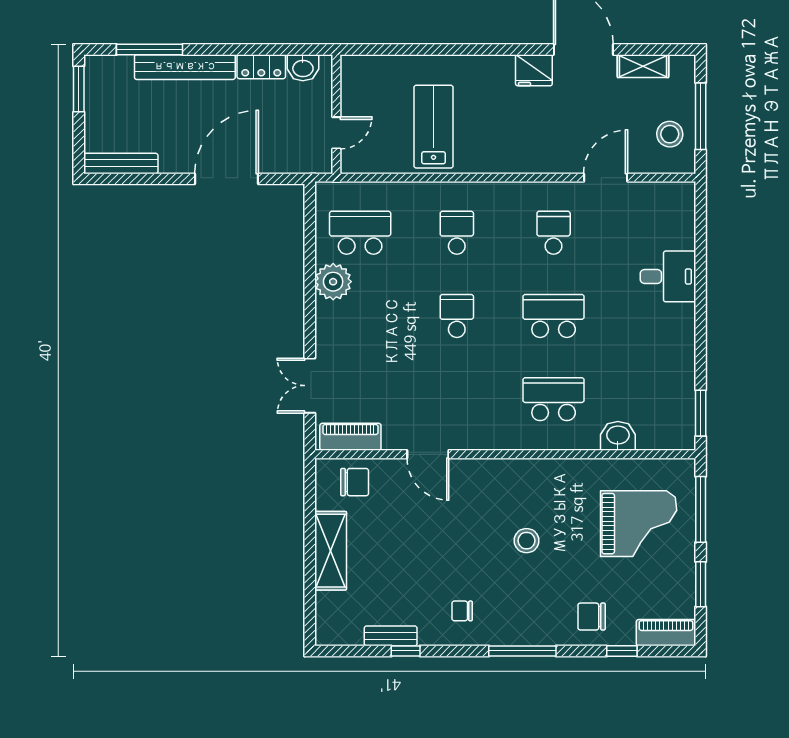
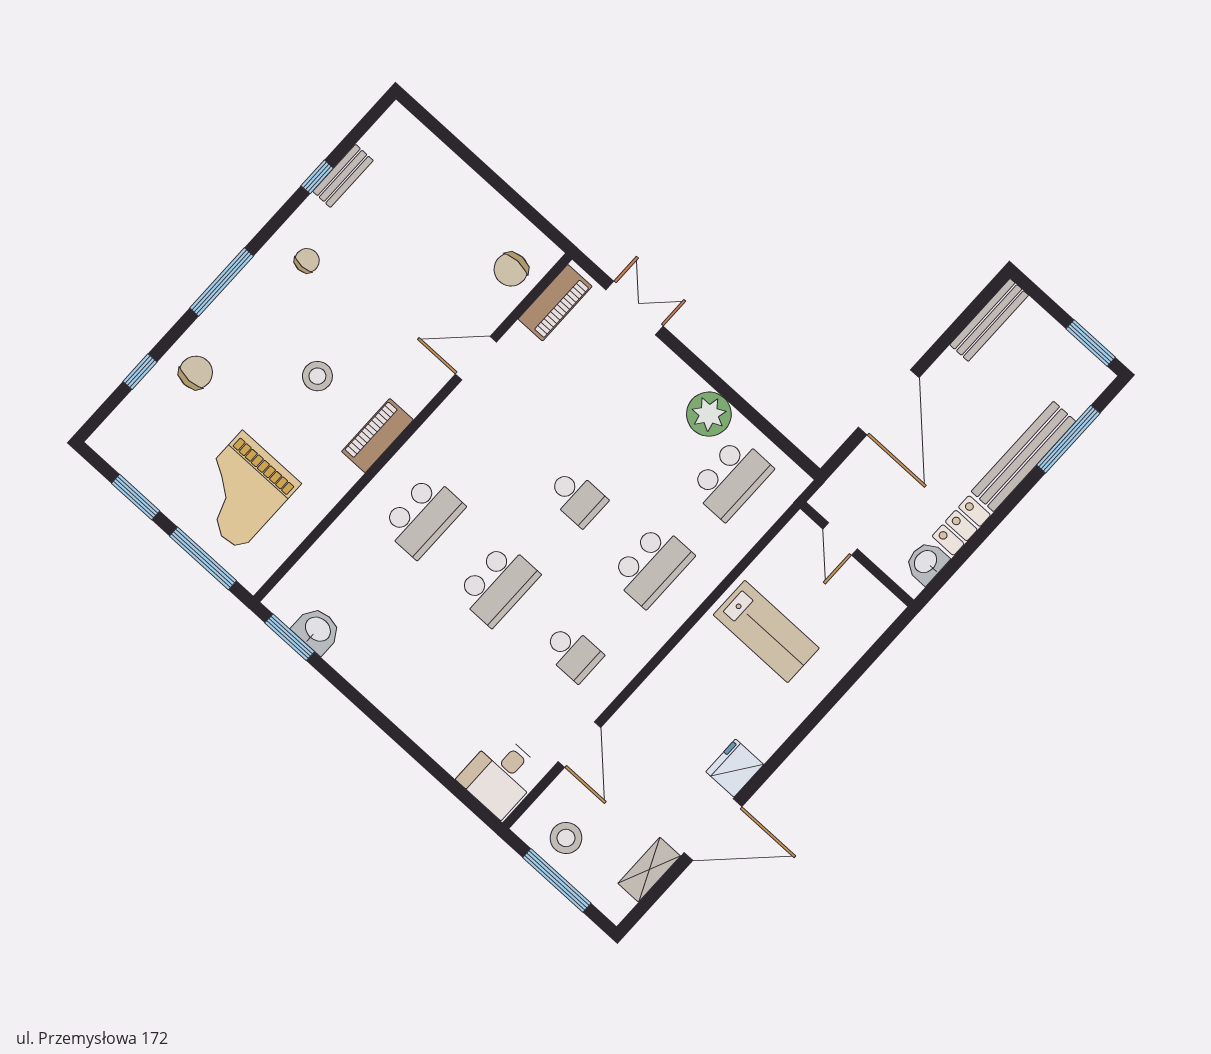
school desk: (457, 233) -> (652, 566), width x1.85
desk: (668, 276) -> (500, 775), moved
washbasin: (618, 436) -> (317, 630), moved, turned -90
shelving: (331, 551) -> (469, 192), removed
piano: (666, 633) -> (377, 436), moved, turned 180

